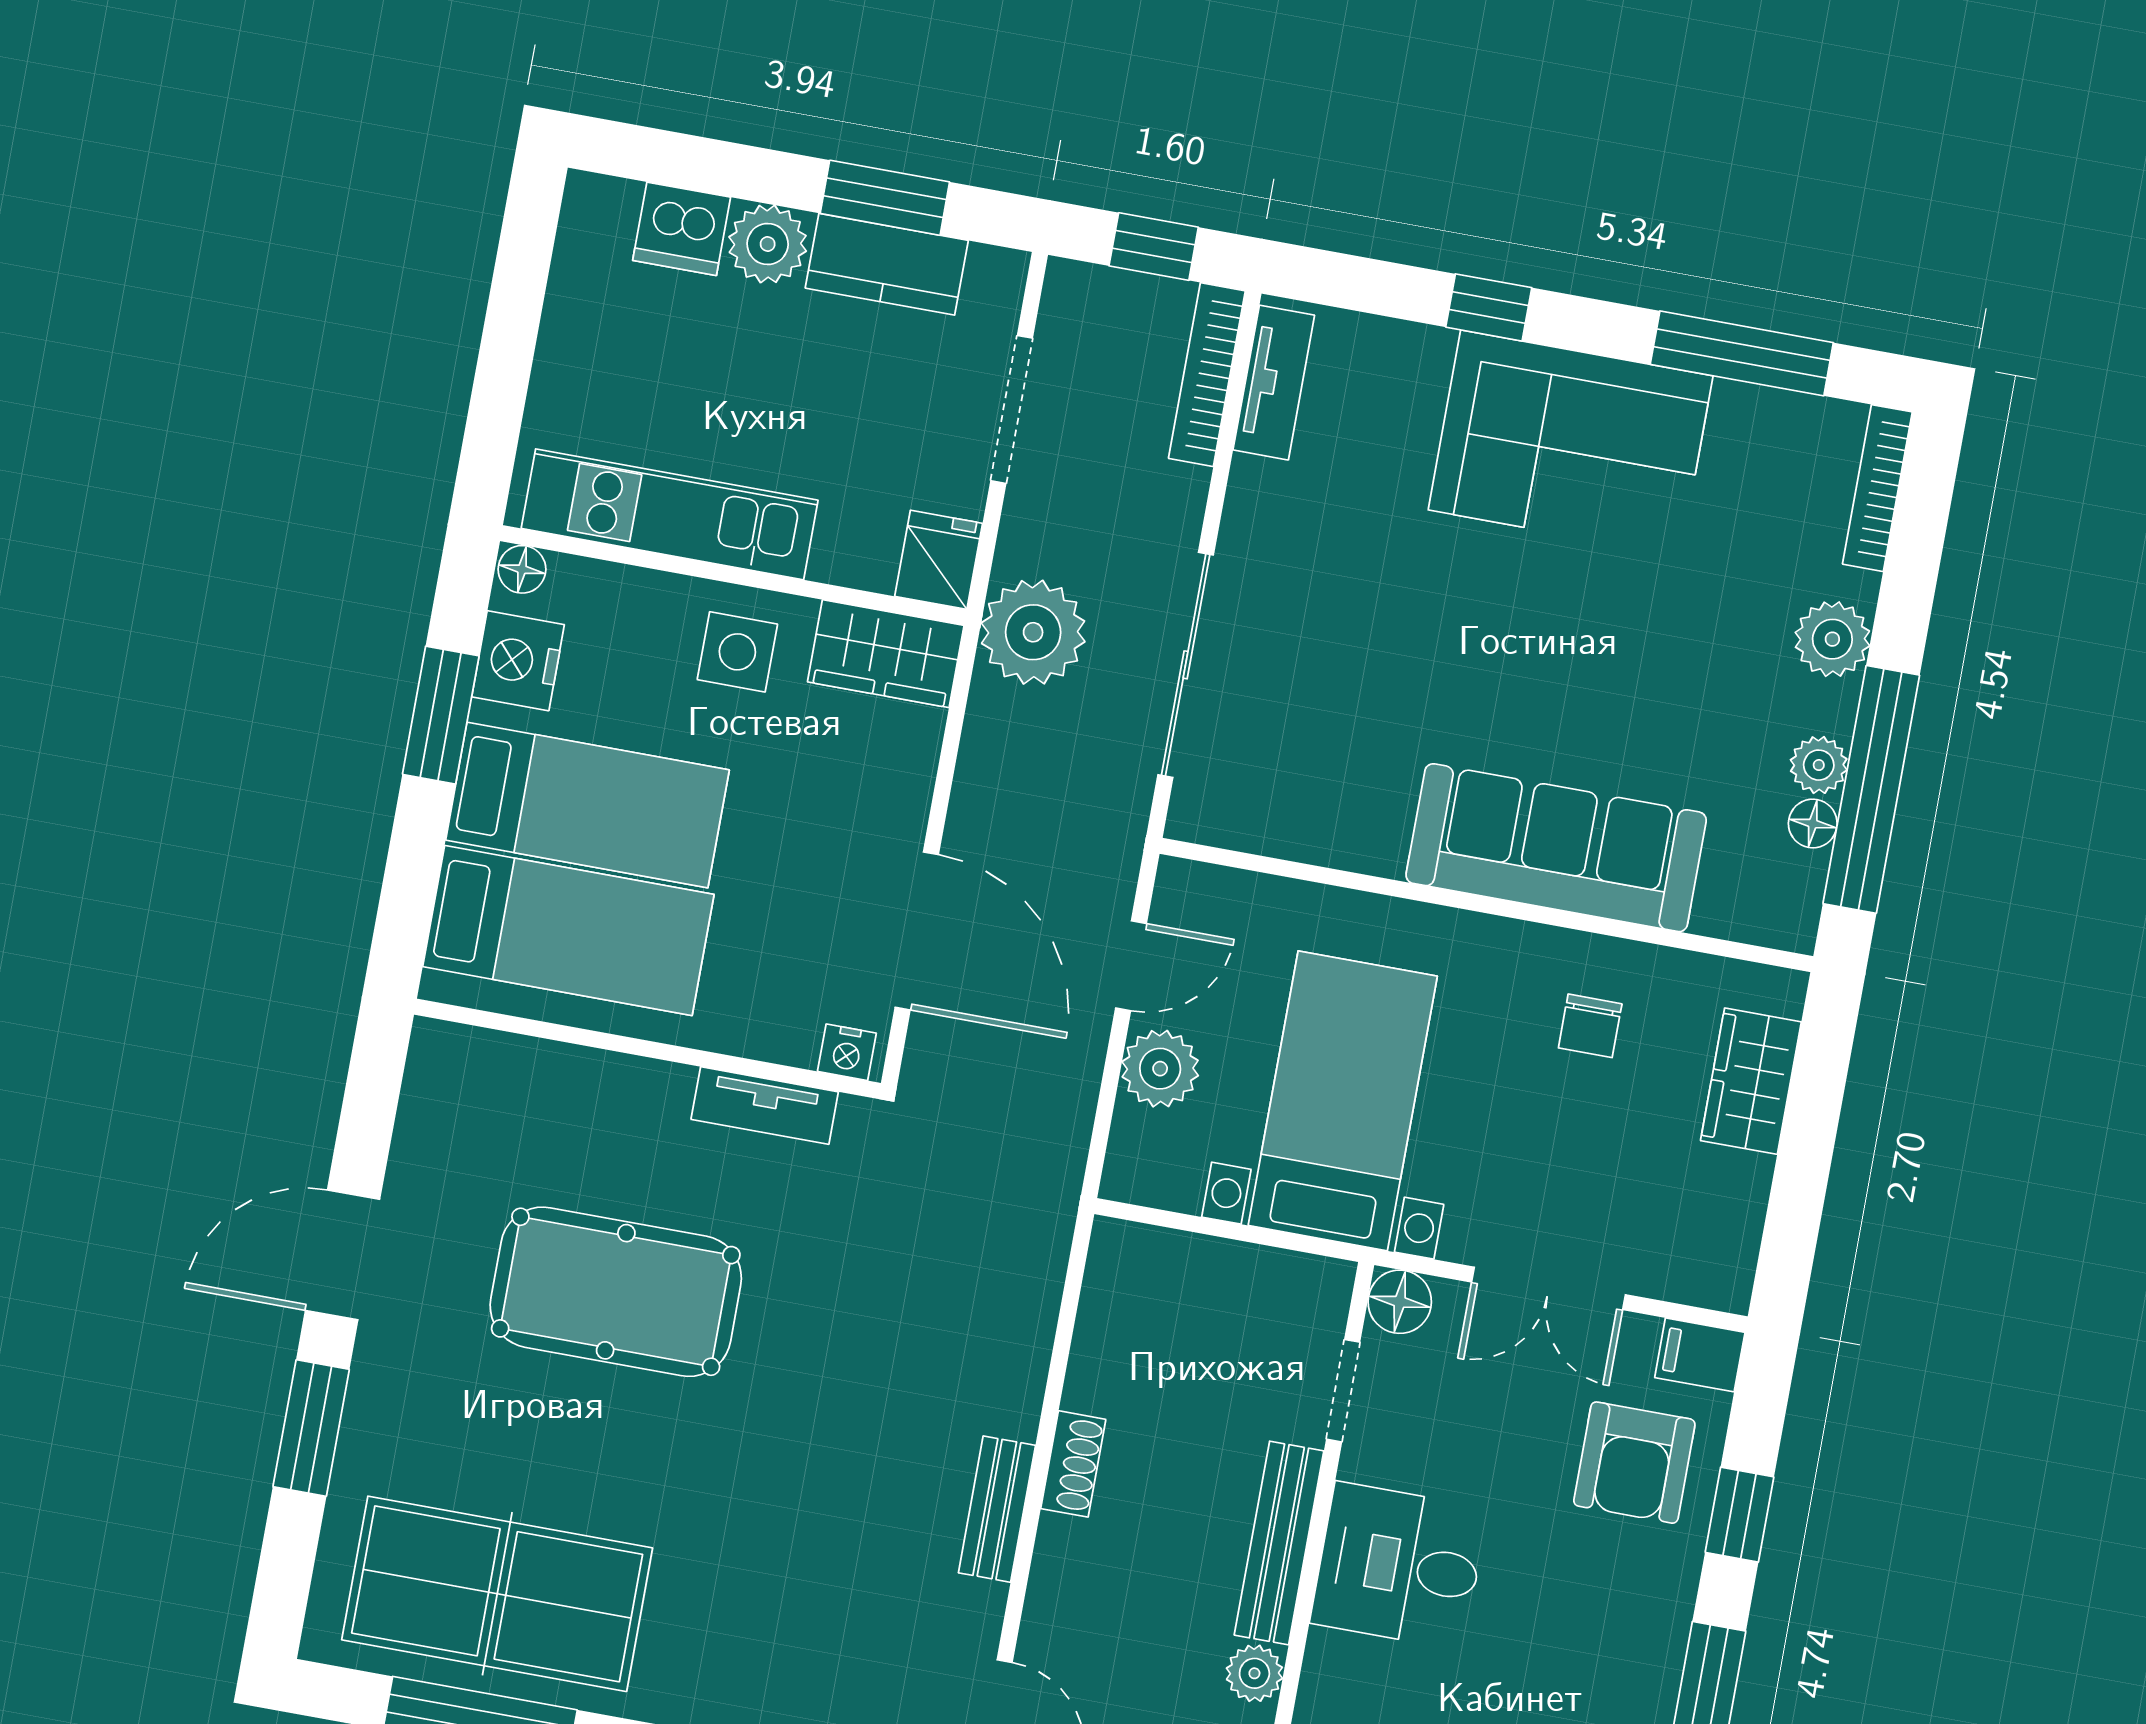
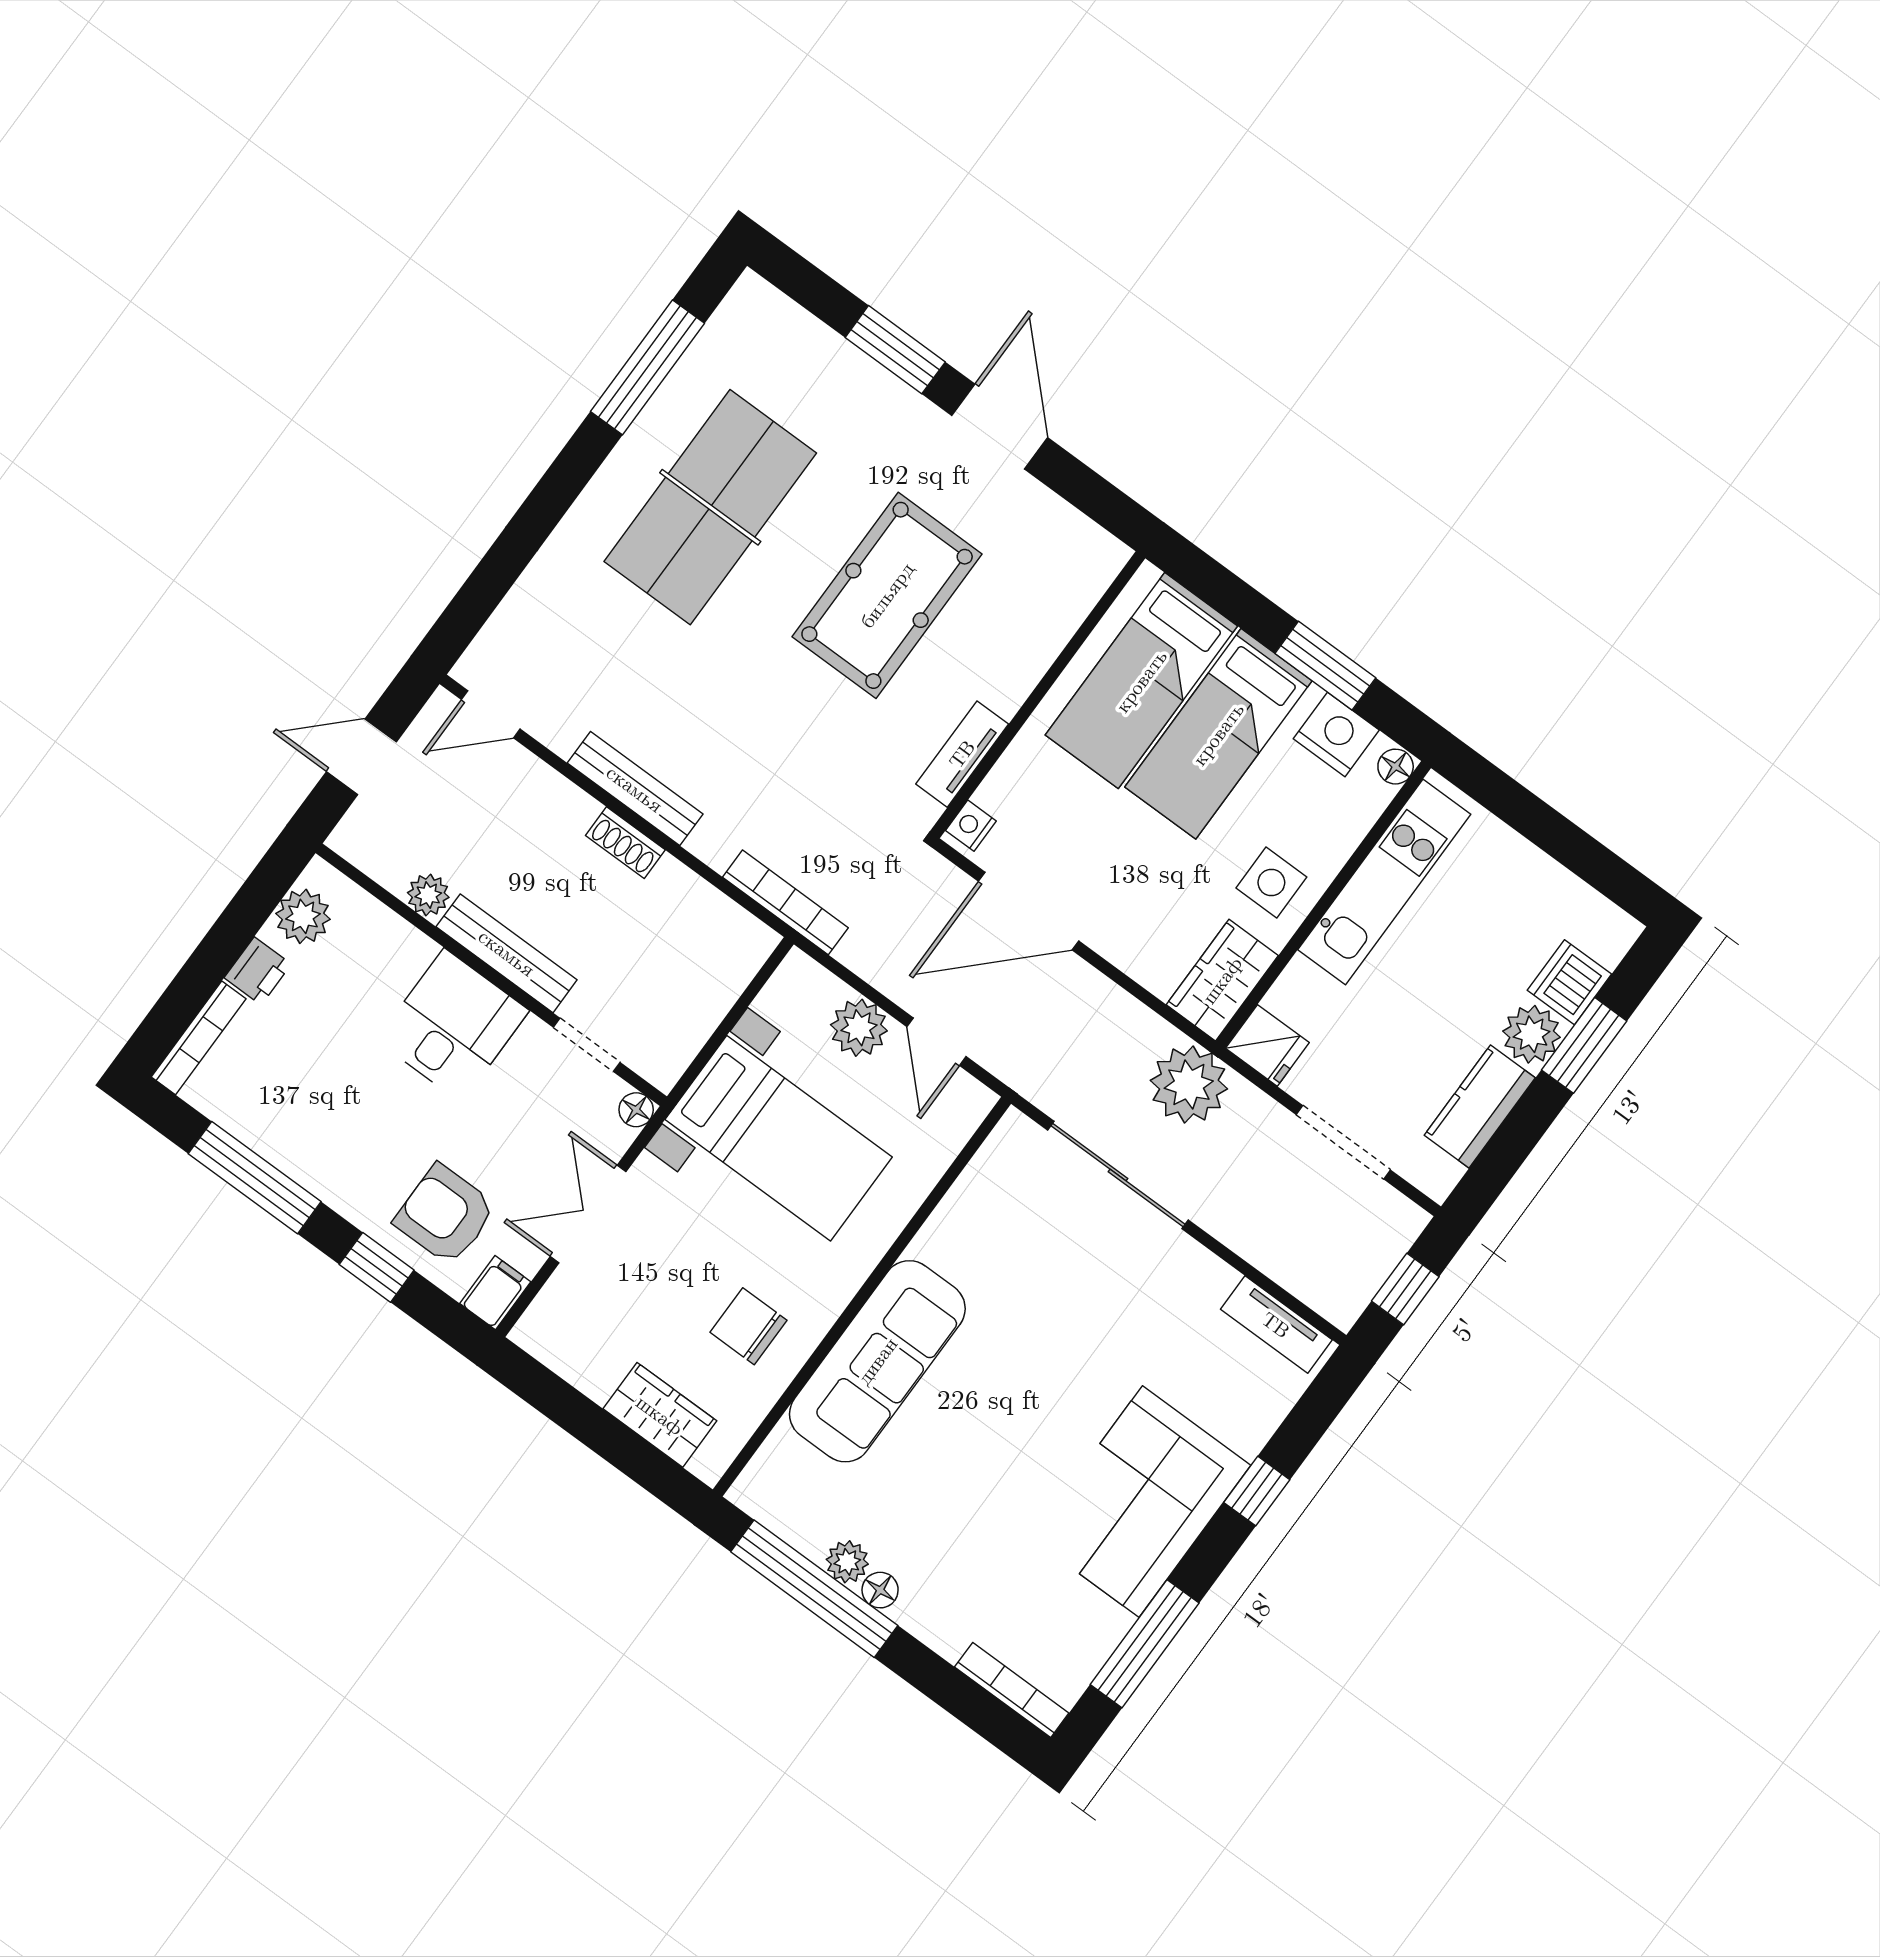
window: (885, 198) -> (1584, 1045), moved
bookcase: (1207, 375) -> (785, 902), moved
plant: (1832, 639) -> (926, 1611), removed
floor lamp: (1813, 824) -> (880, 1590), moved
chair: (1590, 1026) -> (748, 1326), width x1.37, depth x1.37
floor lamp: (1400, 1302) -> (636, 1110), width x0.73, depth x0.73
bench: (997, 1509) -> (635, 789), width x1.36
table tennis table: (497, 1594) -> (710, 507), moved

